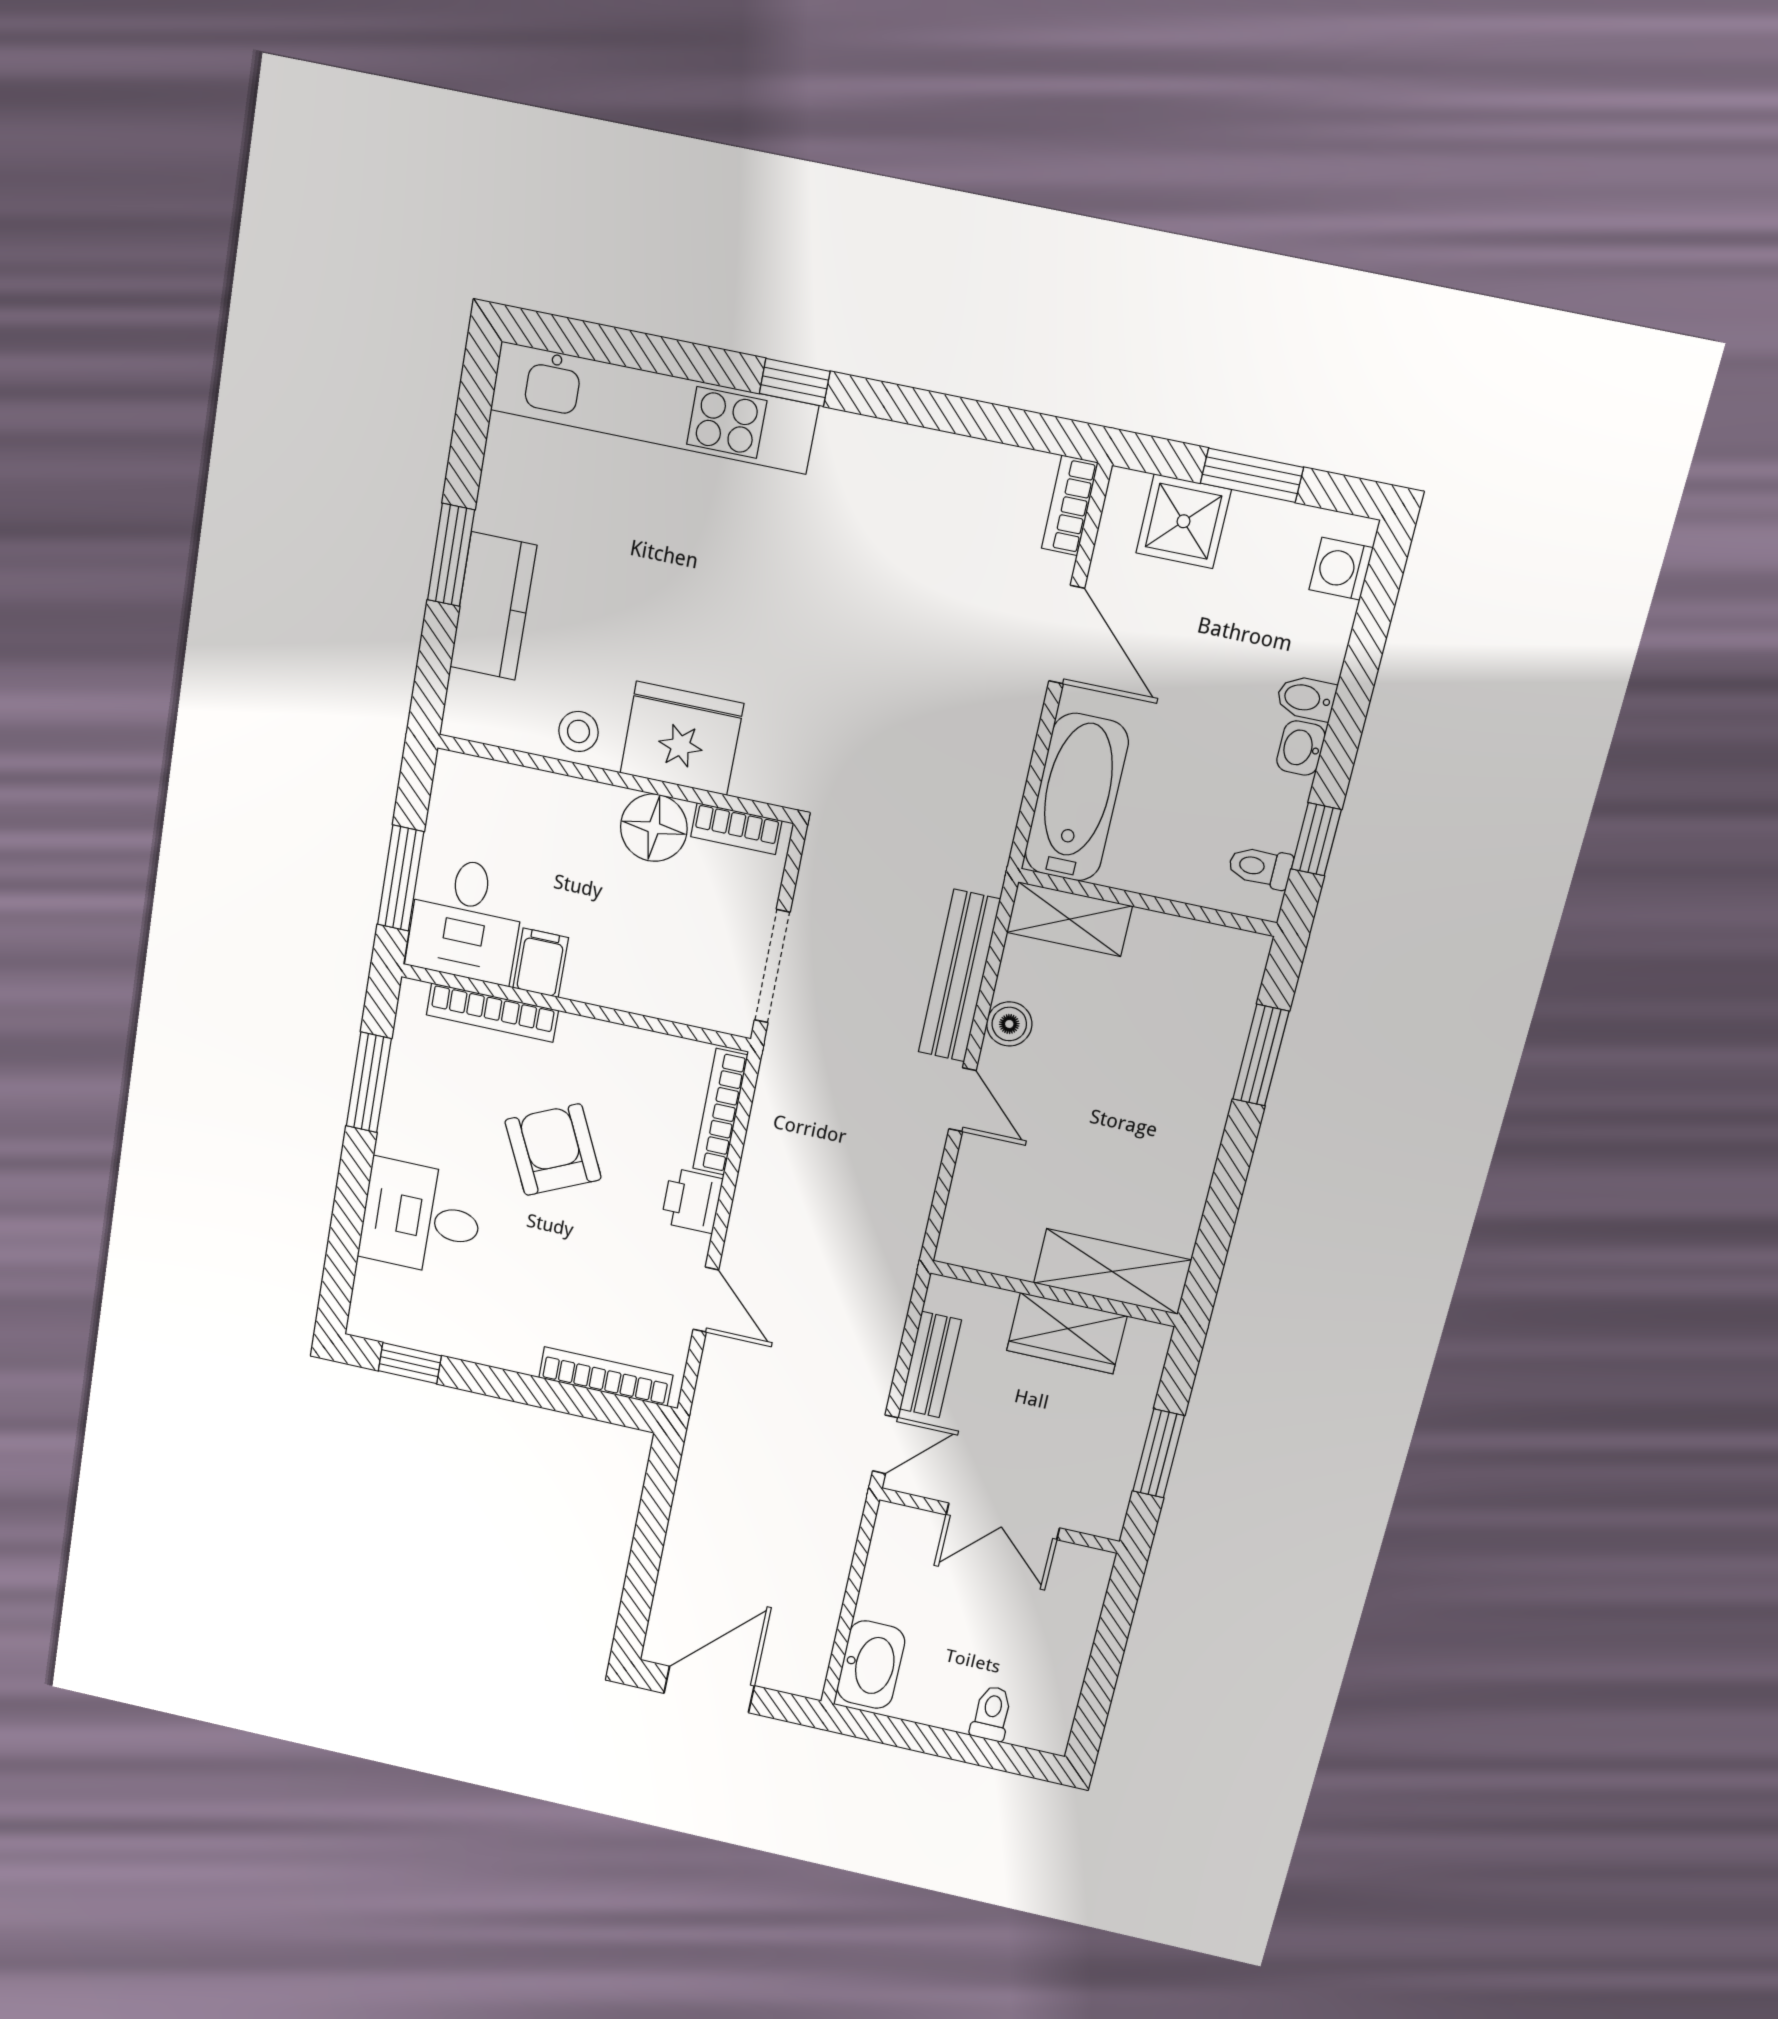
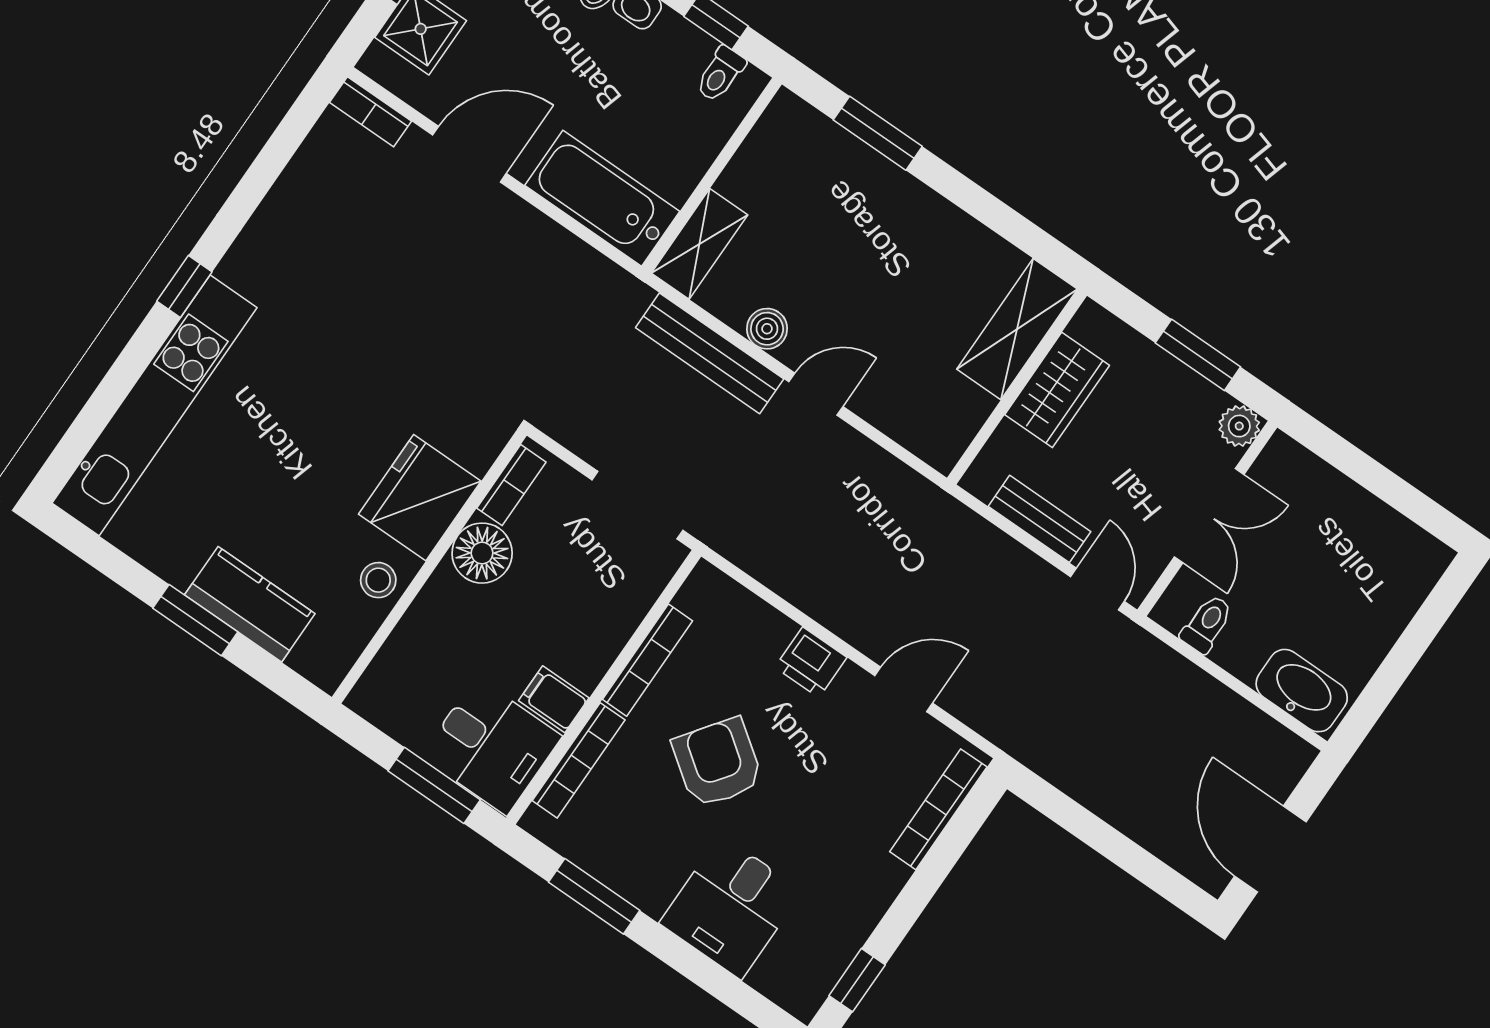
bookcase: (720, 1112) -> (647, 660), moved, turned -90
armchair: (553, 1150) -> (718, 763), turned 61
plant: (1104, 1517) -> (1239, 426), added
toilet: (992, 1713) -> (1207, 624), moved, turned 90

